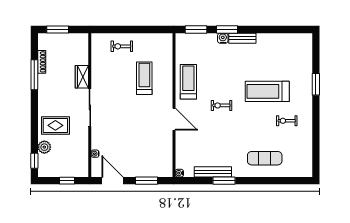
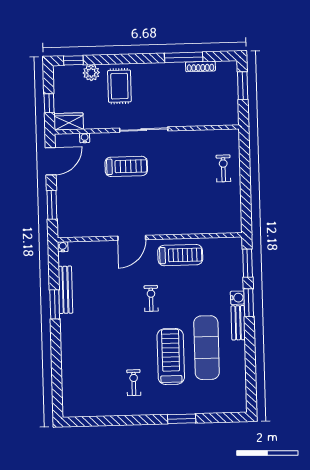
wardrobe: (82, 77) -> (69, 121), moved
treadmill: (144, 78) -> (126, 166), moved
exercise mat: (265, 158) -> (207, 348), moved, width x1.36, depth x1.45

